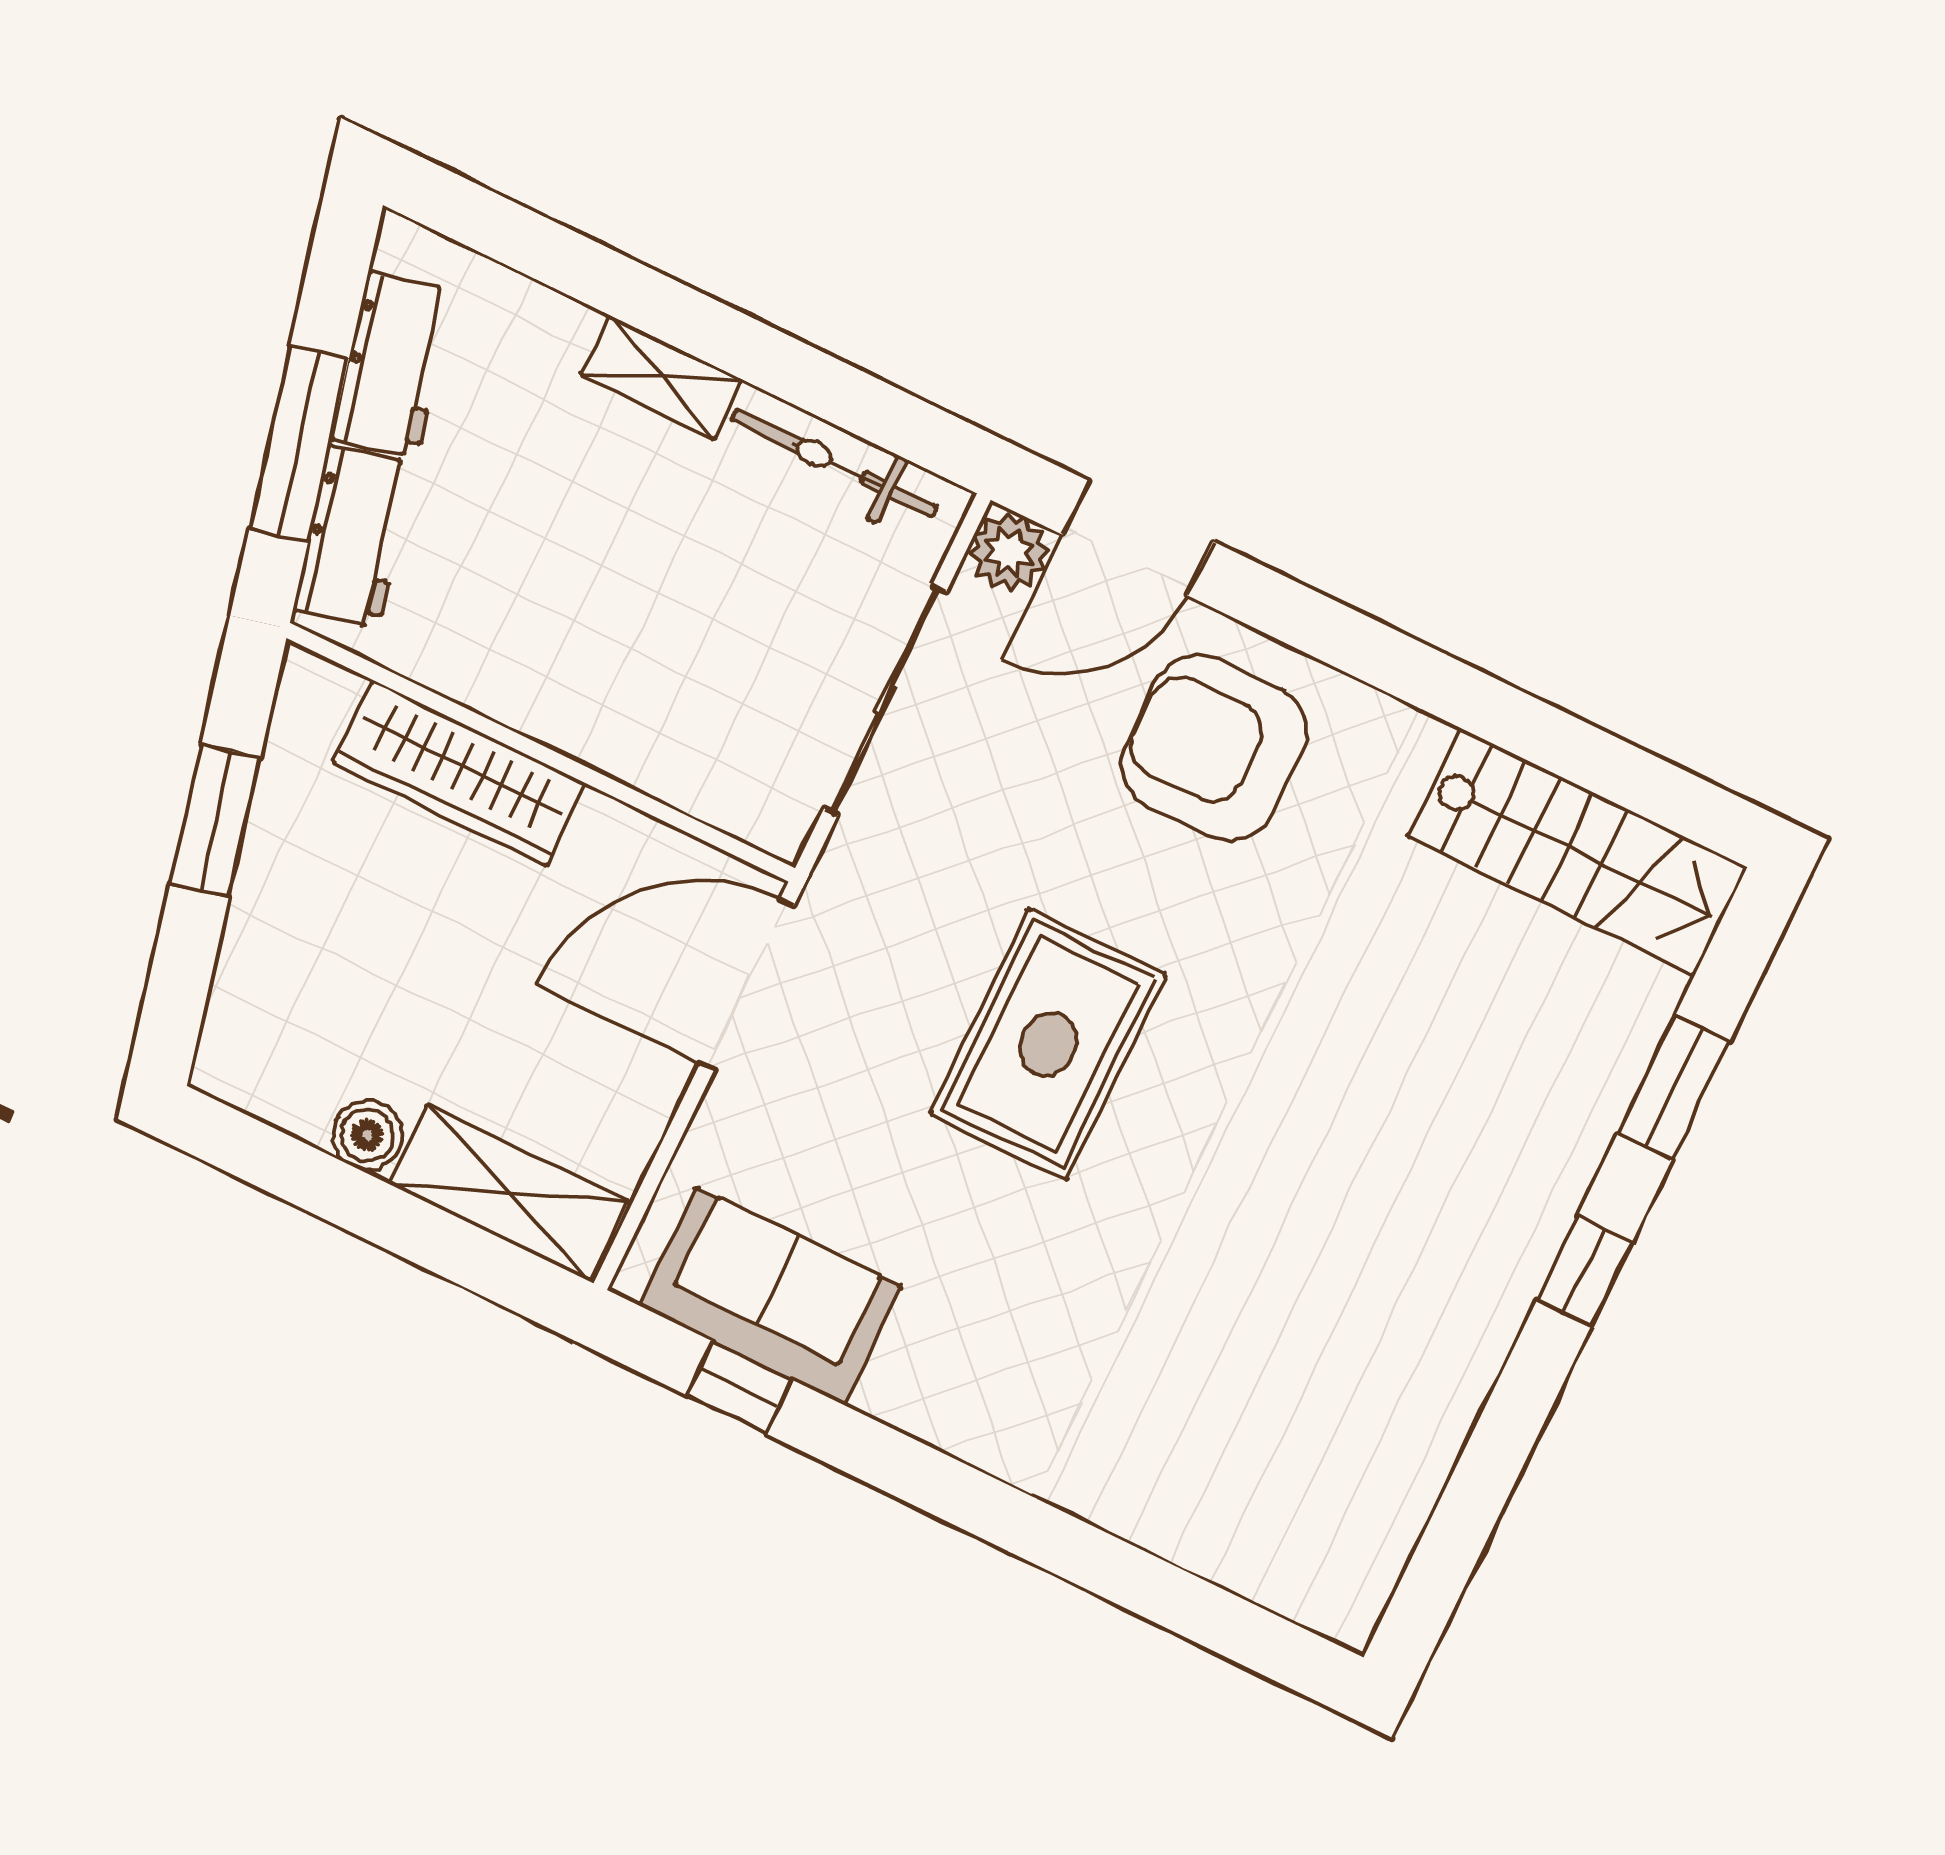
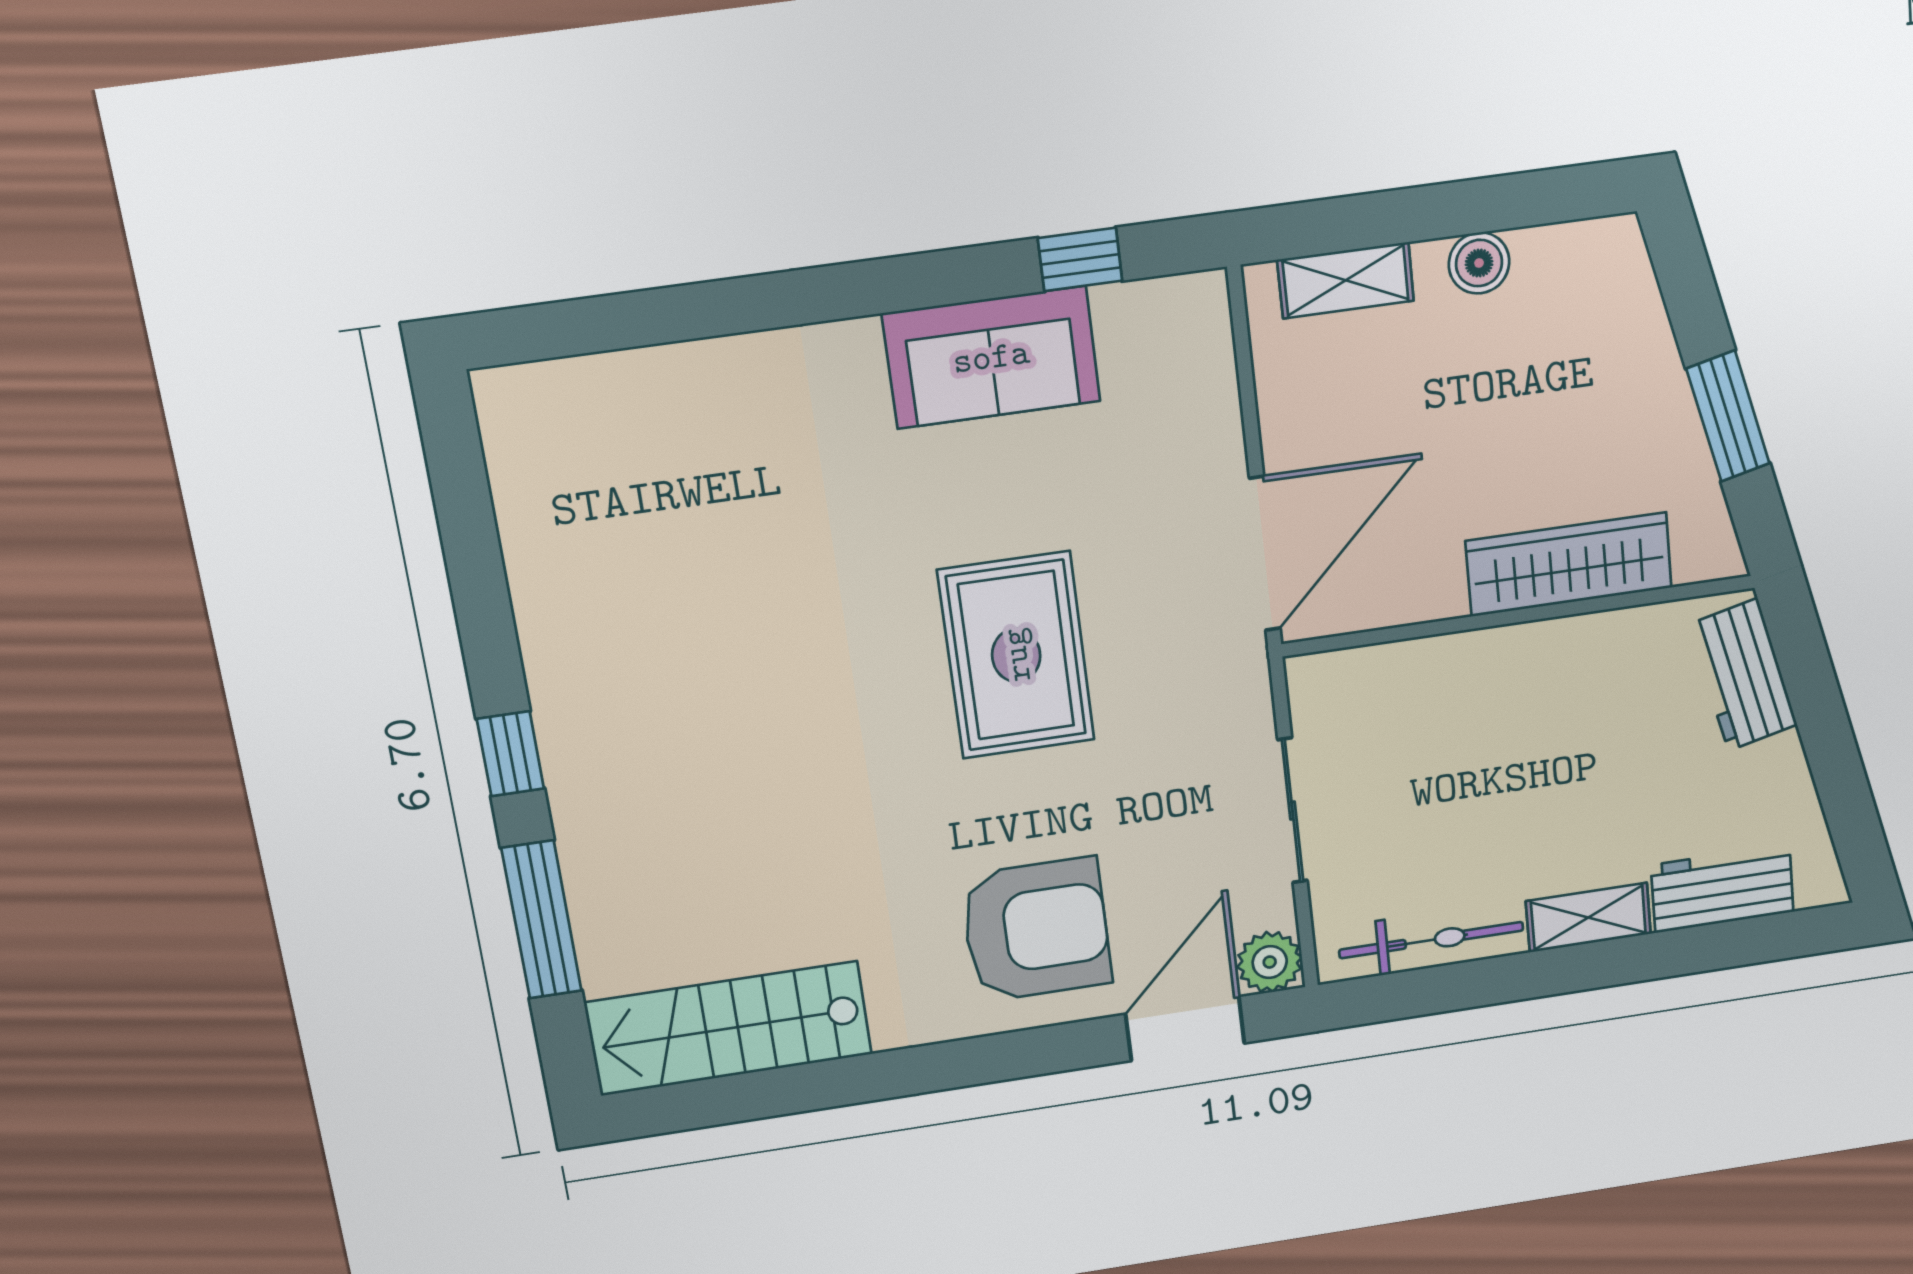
workbench: (393, 365) -> (1722, 889), moved, turned 103
window: (299, 444) -> (1819, 711), removed
sliding door: (885, 700) -> (1292, 811), width x0.73
window: (1674, 1087) -> (542, 920), width x1.44
shelving: (509, 1193) -> (1346, 280), width x0.67, depth x0.75
sofa: (770, 1296) -> (991, 357), moved

